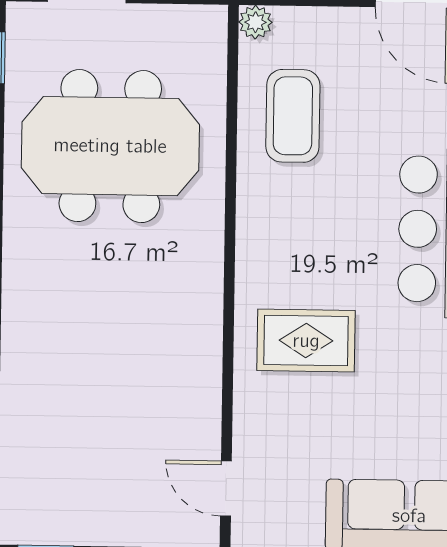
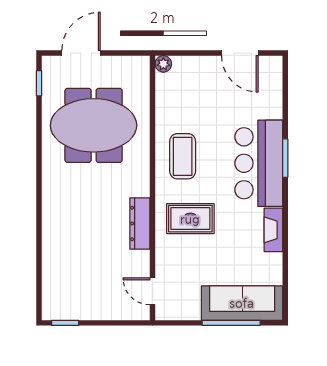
coffee table: (293, 116) -> (183, 156), moved
dresser: (202, 349) -> (140, 223), added

